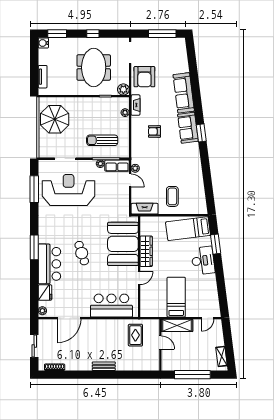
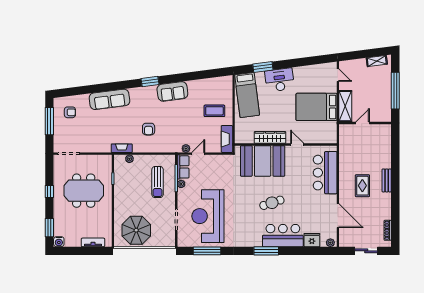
armchair: (144, 77) -> (70, 112), moved, width x0.53, depth x0.53
plant: (123, 89) -> (106, 161), removed
sofa: (188, 128) -> (172, 91), moved
bed: (176, 297) -> (317, 107), width x1.50
rug: (135, 335) -> (362, 186), moved, turned 90

